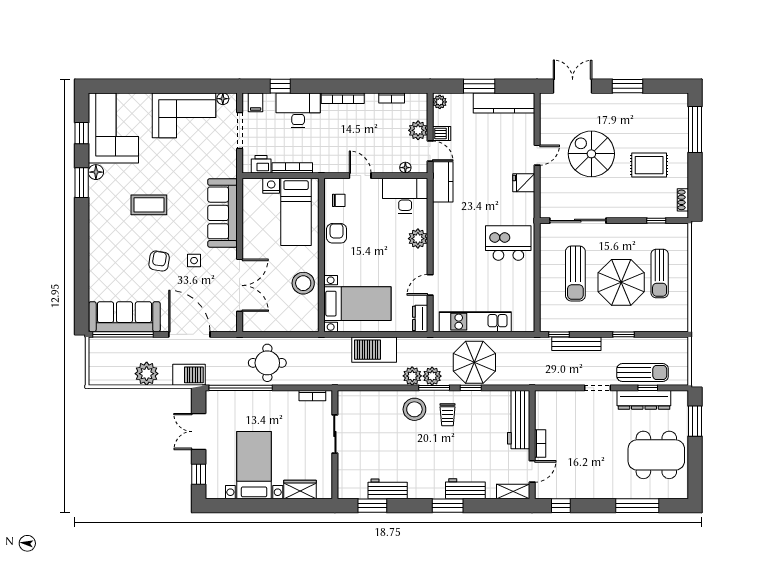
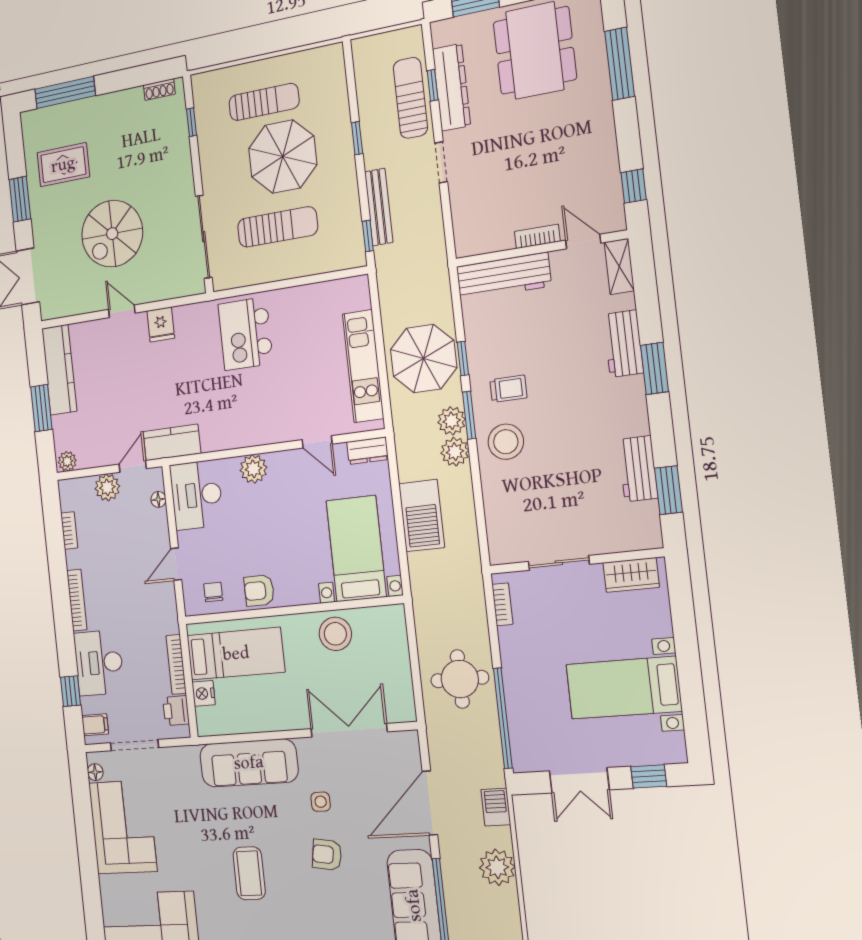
dishwasher: (442, 134) -> (108, 453), removed
rug: (649, 165) -> (63, 165), moved, turned 90
barbecue: (189, 375) -> (496, 807), width x0.73, depth x0.79
wardrobe: (300, 490) -> (631, 575), moved, turned -90

